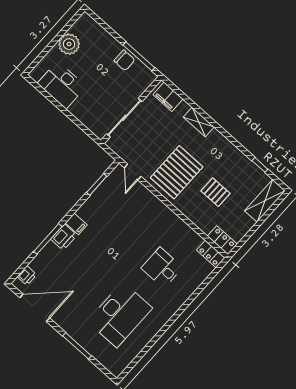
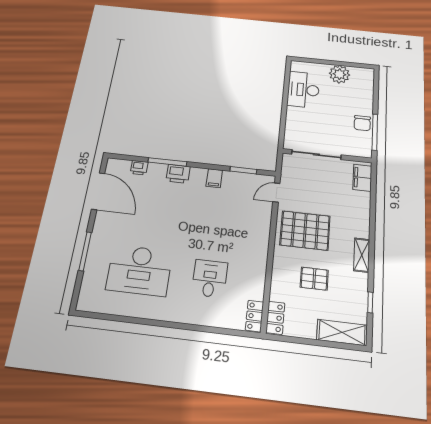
shelving: (199, 122) -> (362, 255), moved
pallet: (216, 192) -> (314, 279), turned 90
filing cabinet: (76, 224) -> (214, 178), moved
printer: (27, 276) -> (139, 168), moved

